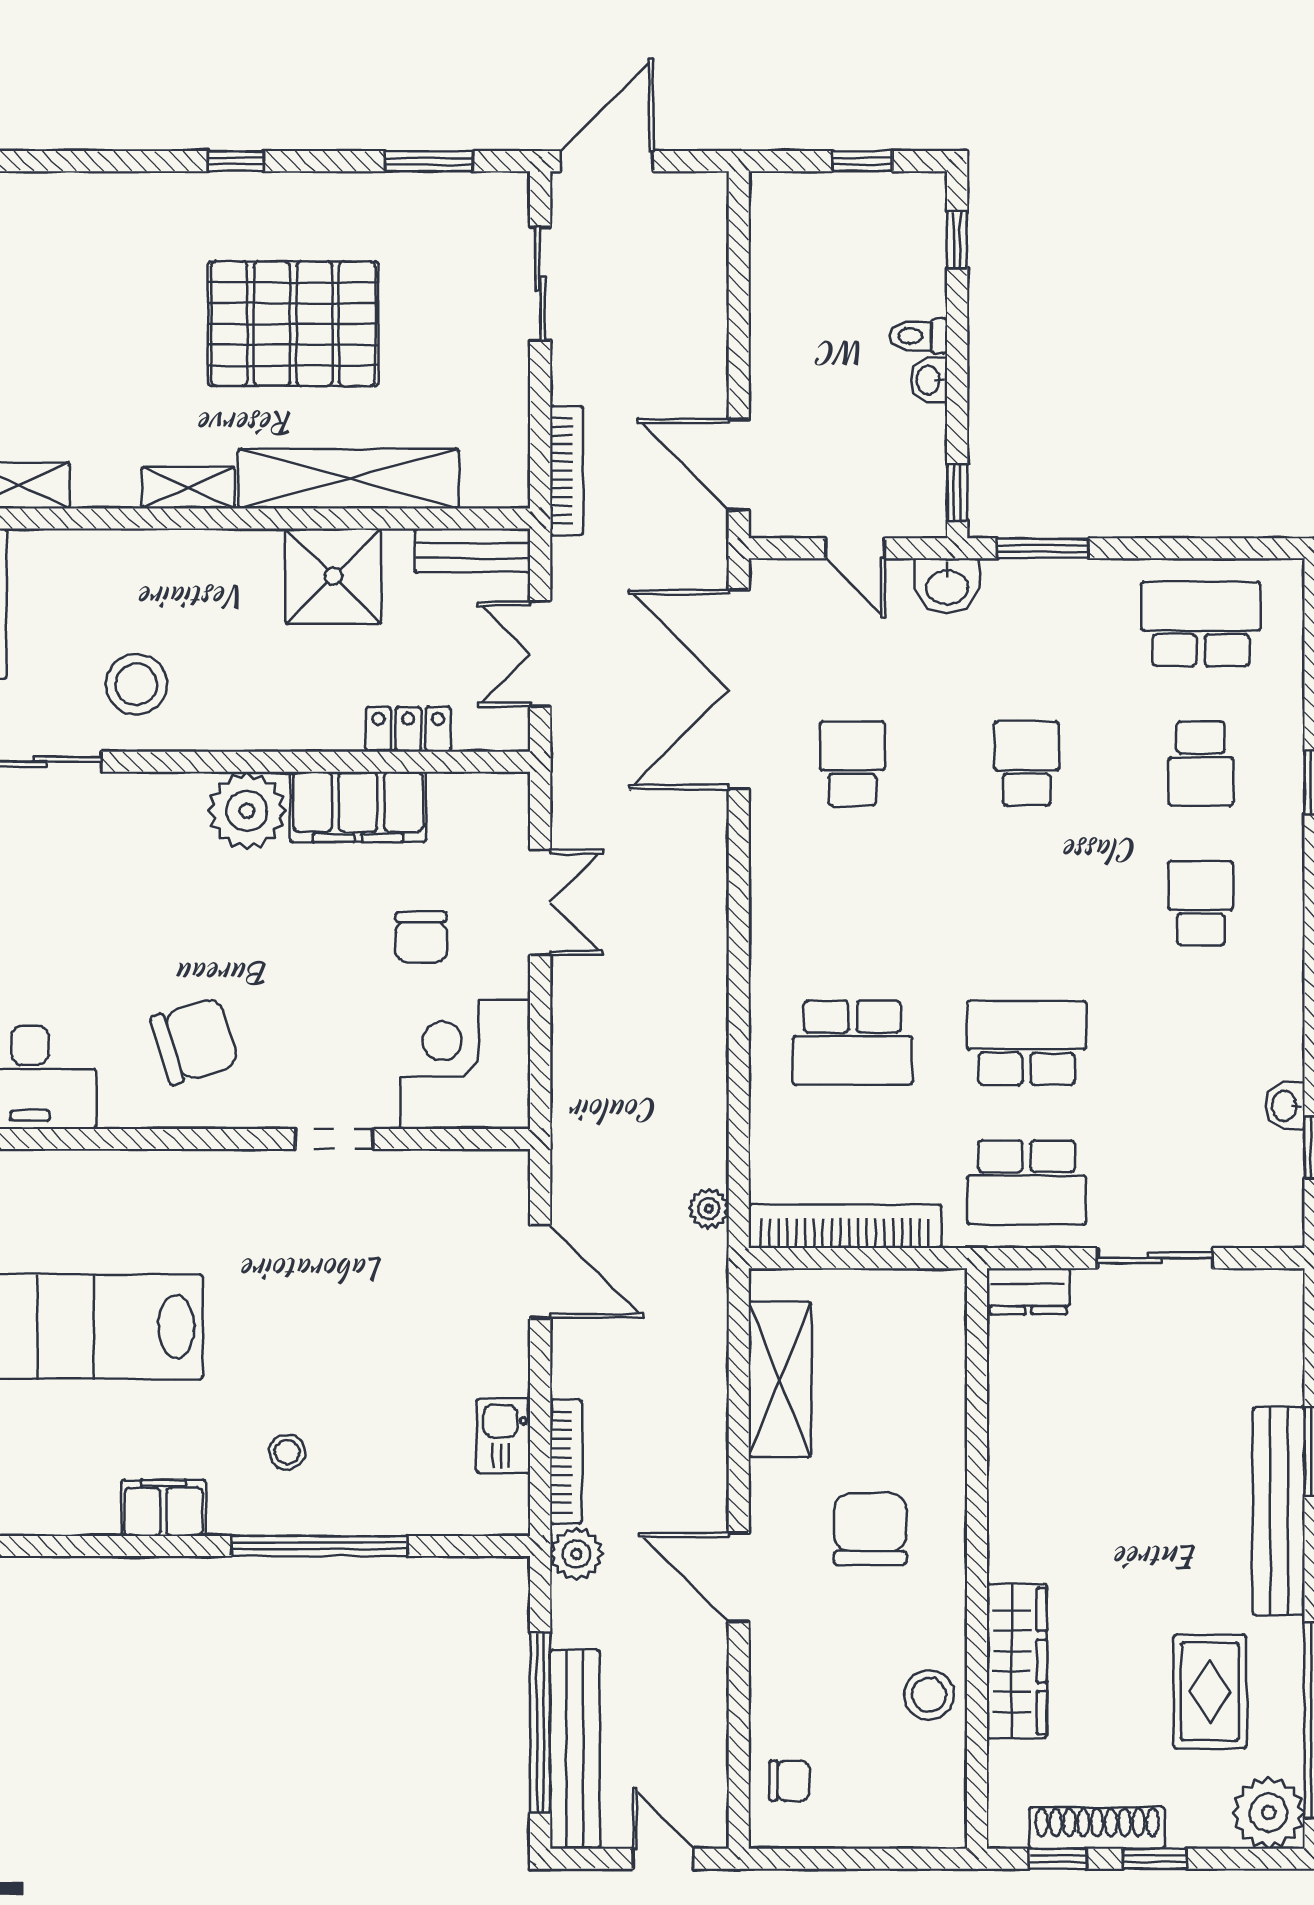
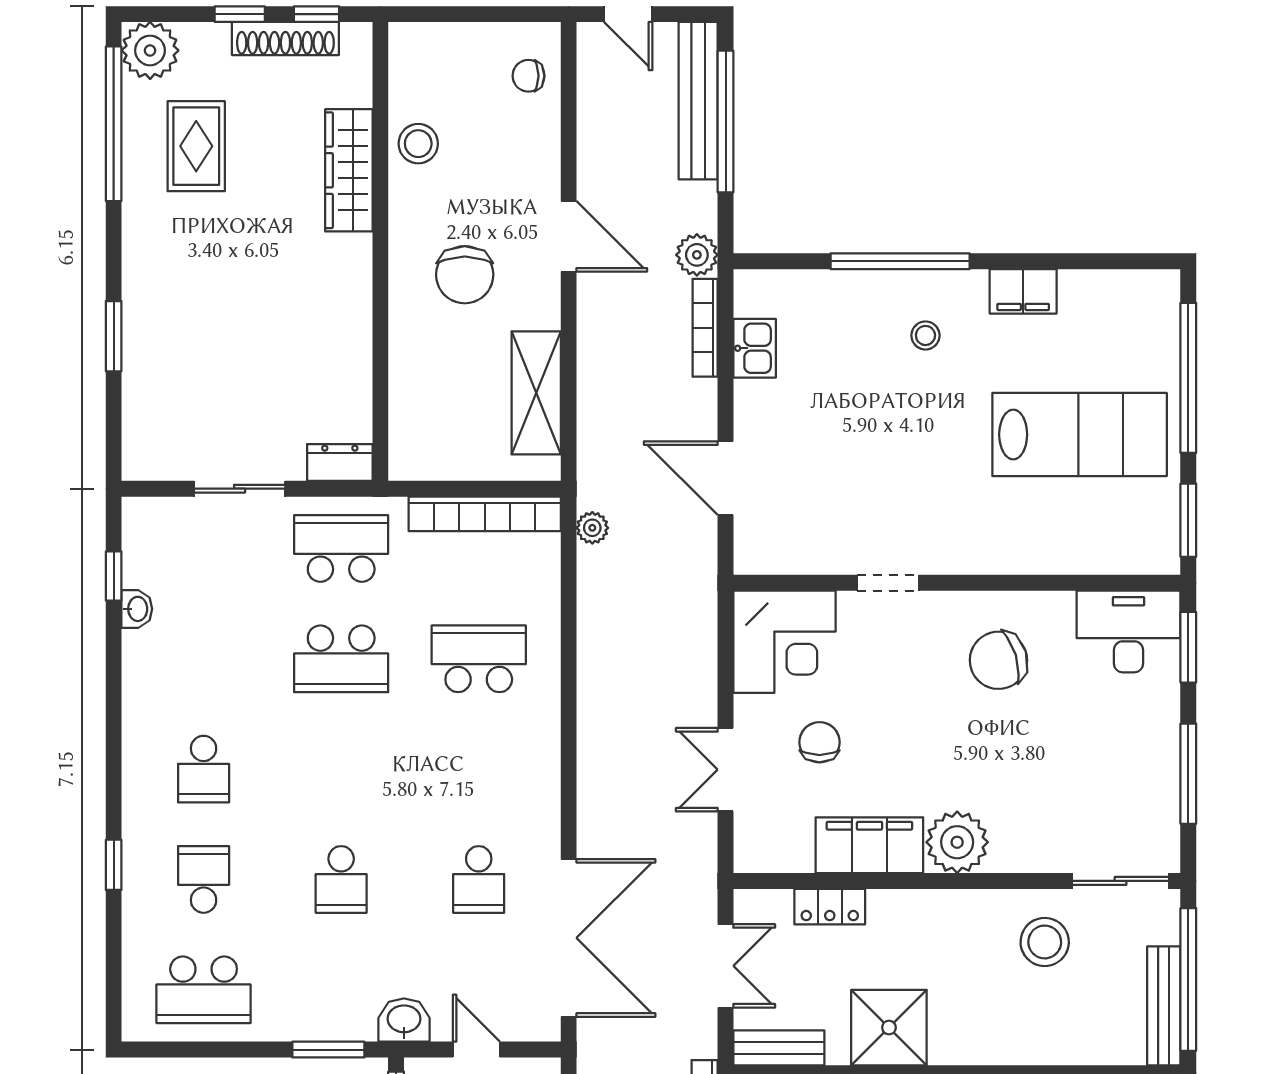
bench: (1279, 1511) -> (142, 289), removed

